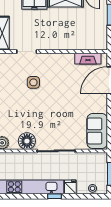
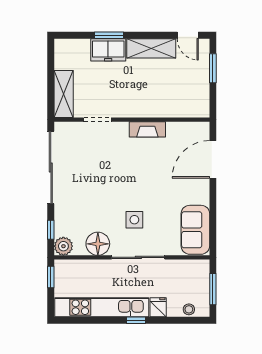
fireplace: (88, 59) -> (147, 129), moved
side table: (33, 82) -> (134, 220), moved

